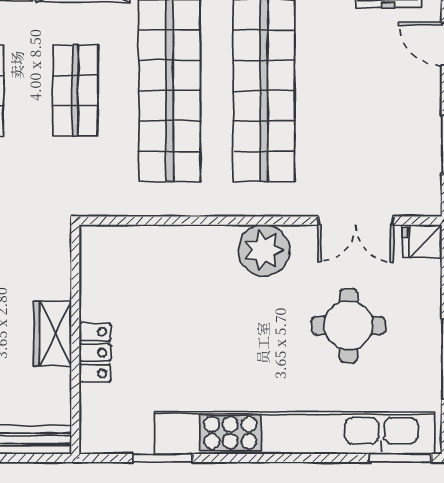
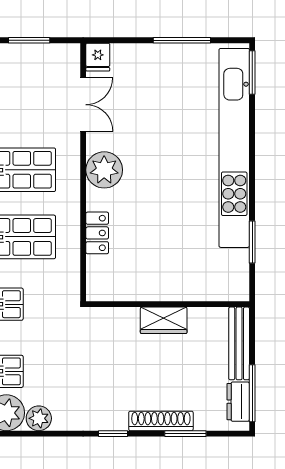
round table: (348, 325) -> (158, 110), removed
locker: (95, 353) -> (97, 233), moved, turned 90

